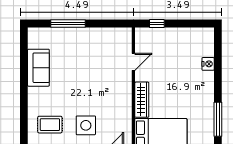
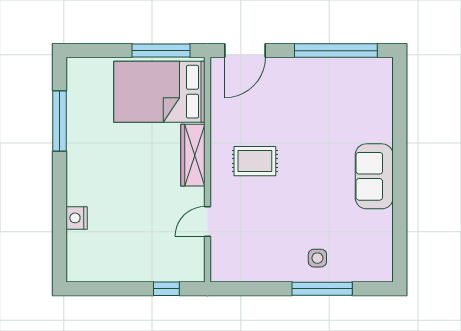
sofa: (38, 68) -> (374, 176), moved
rug: (50, 125) -> (255, 161), moved
side table: (86, 125) -> (317, 258), moved, width x0.54, depth x0.54

